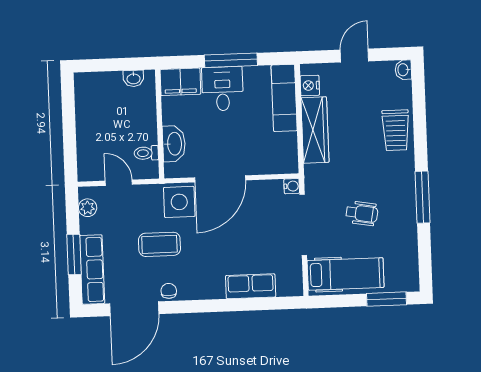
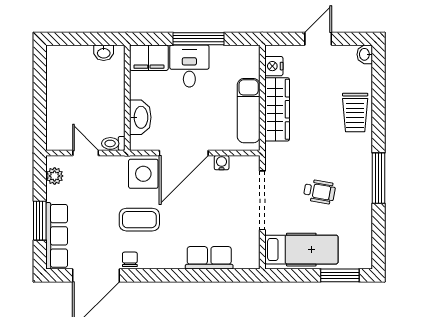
exam couch: (284, 98) -> (249, 111), moved
toilet: (146, 153) -> (113, 143), moved
water cooler: (292, 186) -> (222, 163), moved, turned -90
coffee table: (159, 244) -> (139, 220), moved

